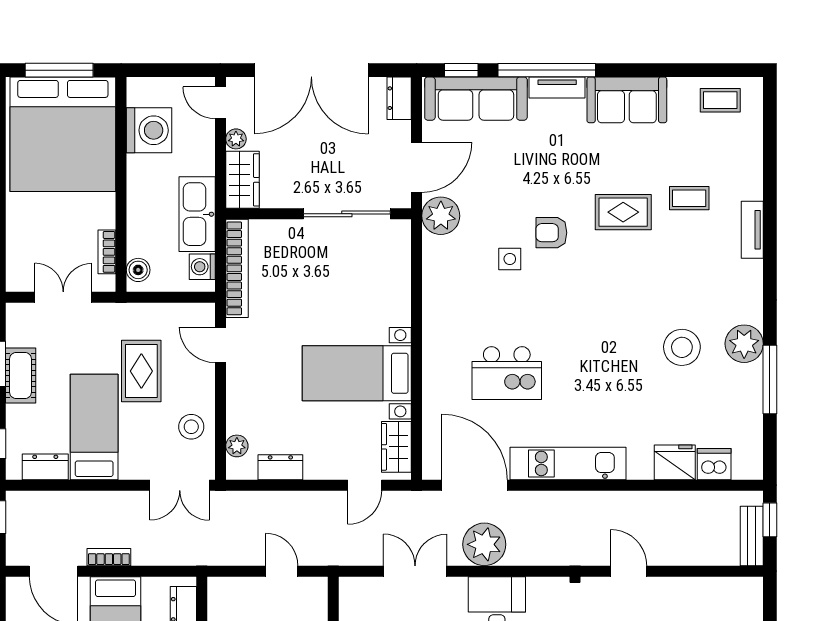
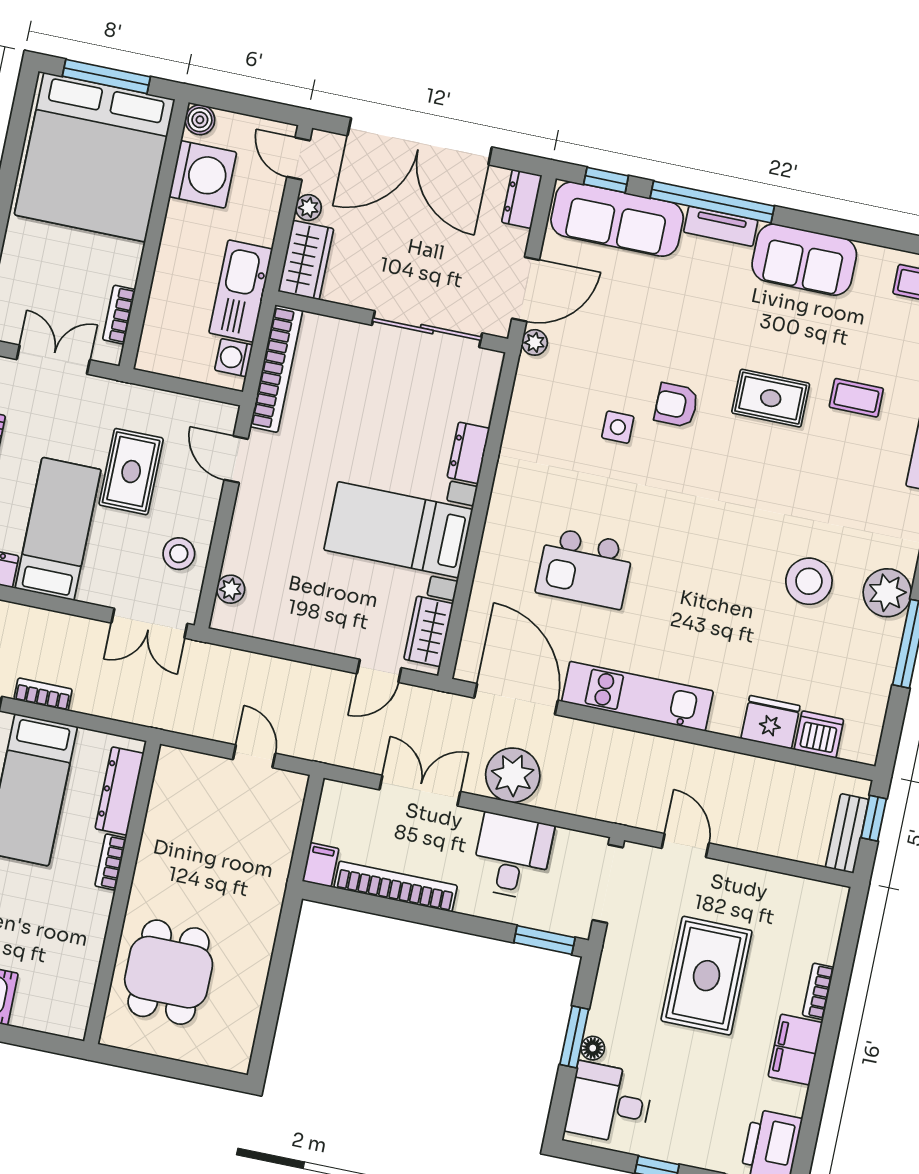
plant: (441, 216) -> (535, 342), width x0.53, depth x0.53
boiler: (138, 270) -> (200, 120), moved
dresser: (280, 467) -> (468, 453), moved, turned -90

